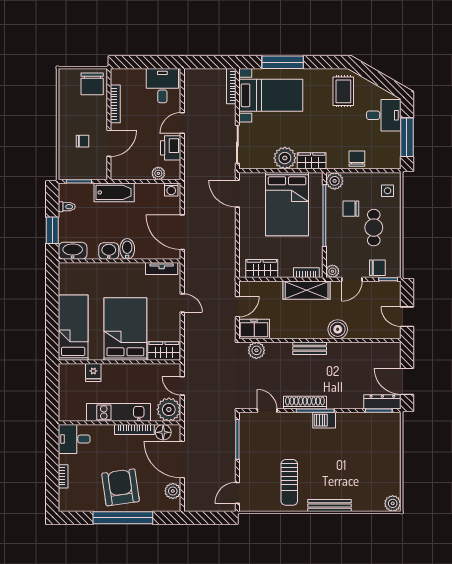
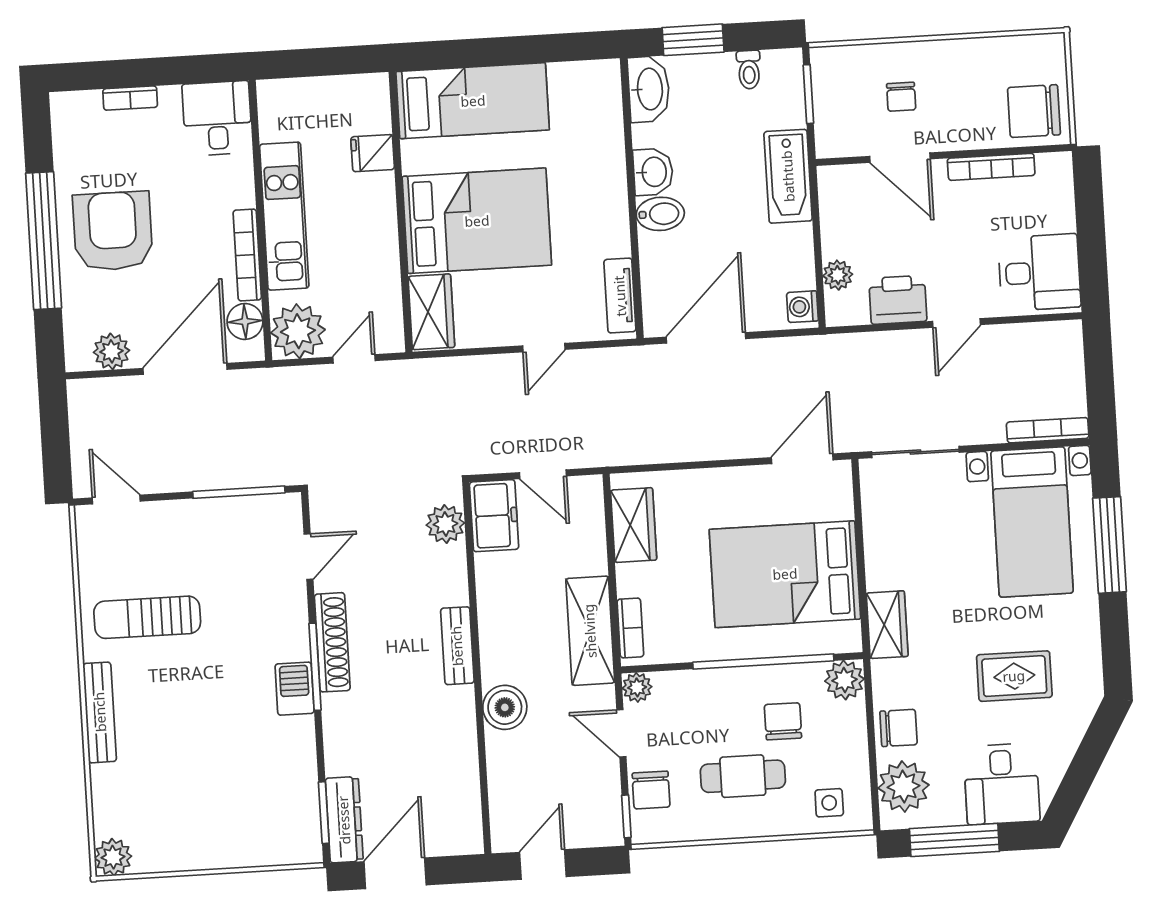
rug: (343, 91) -> (1014, 676), moved
door: (182, 123) -> (956, 323), swing flipped
plant: (285, 158) -> (903, 786), moved
armchair: (121, 487) -> (113, 231), turned -82

